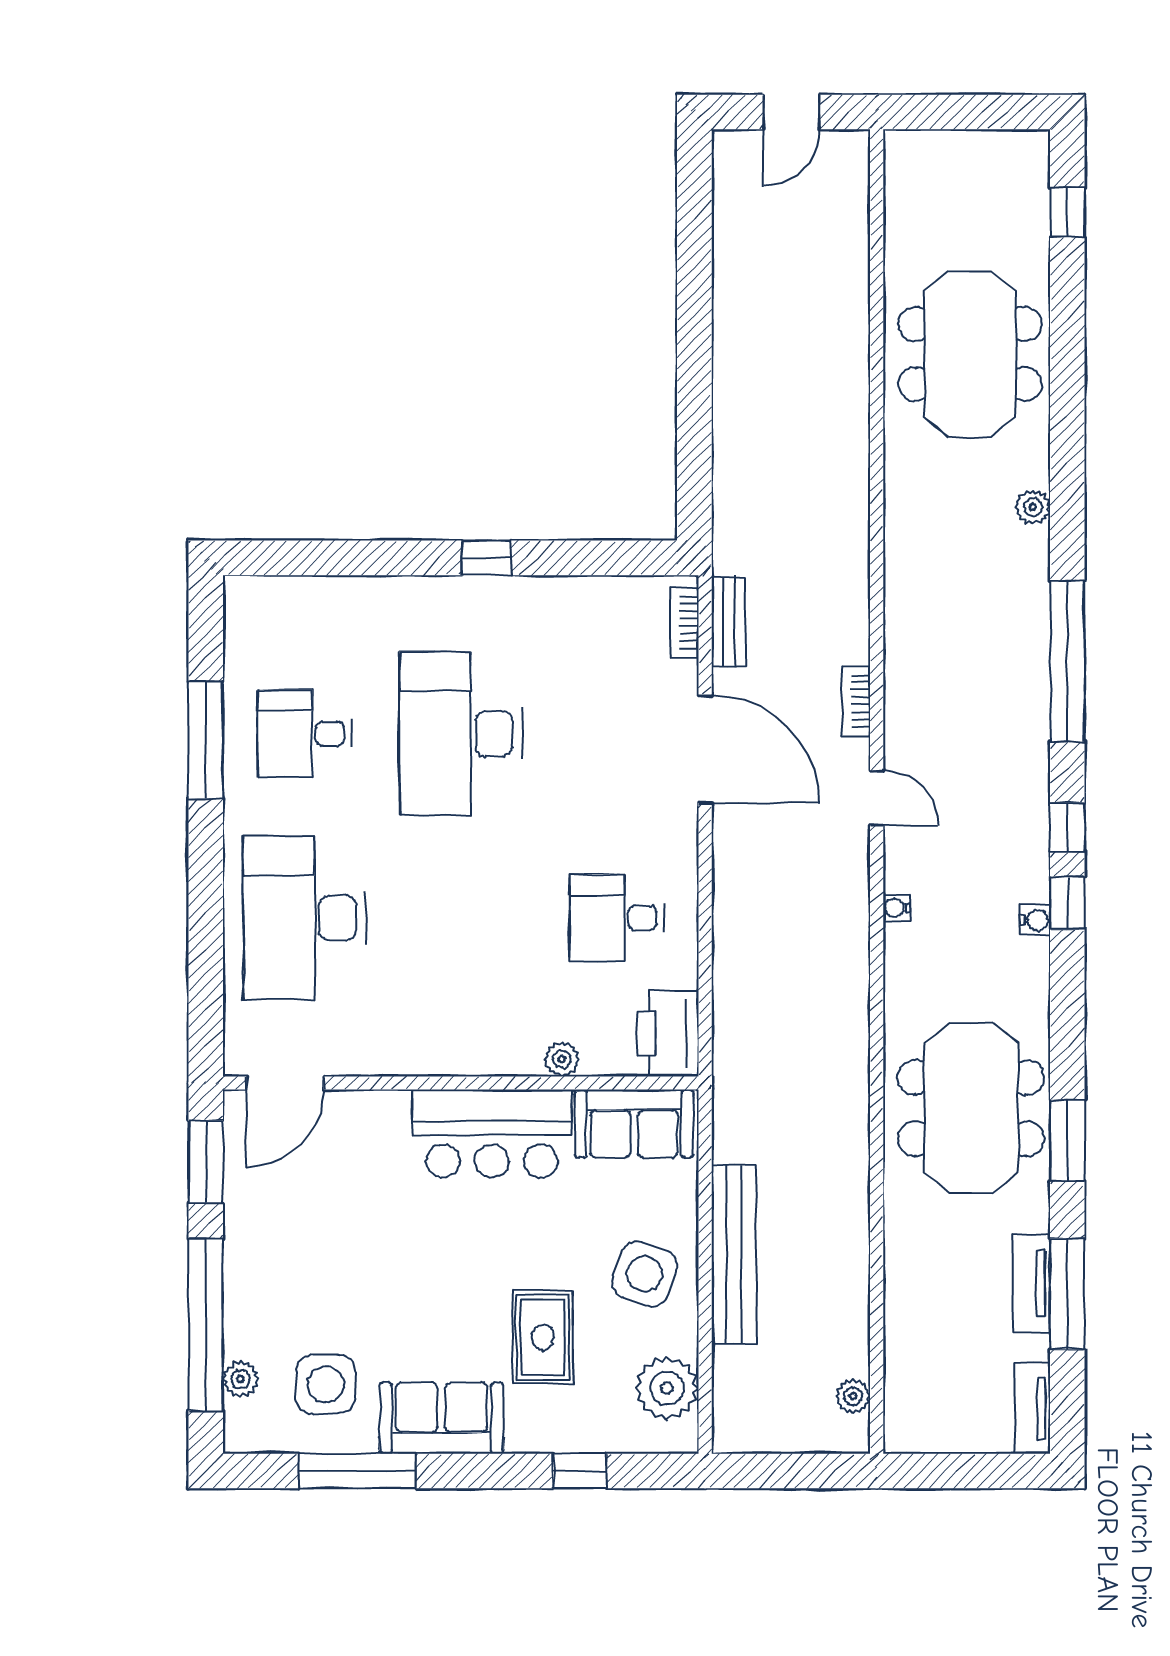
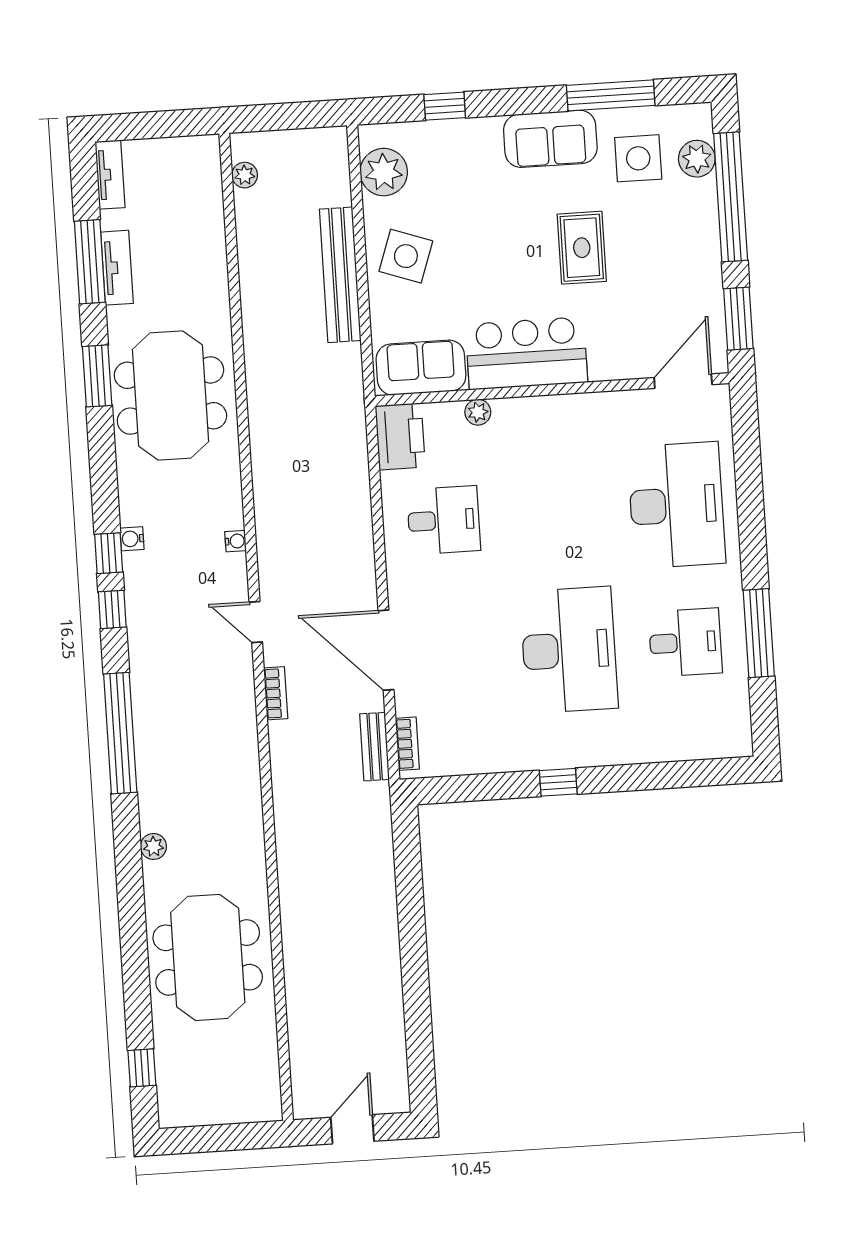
rug: (543, 1337) -> (582, 248), moved
plant: (241, 1379) -> (697, 159), width x1.38, depth x1.38

